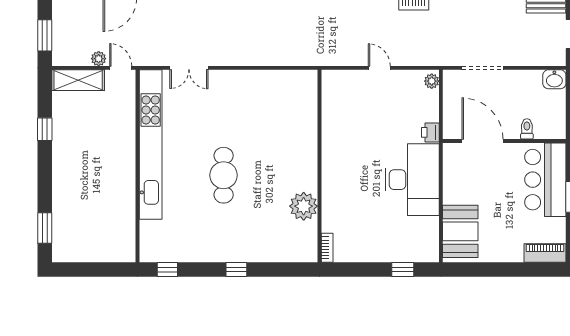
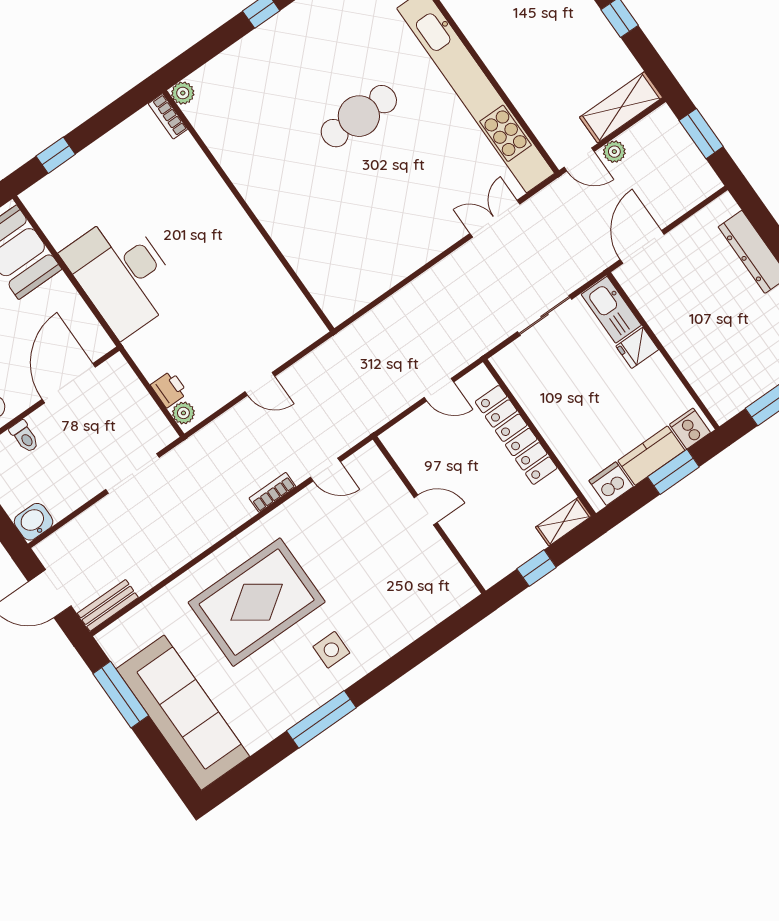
printer: (430, 132) -> (169, 389), moved
door: (482, 141) -> (69, 383), swing flipped
cafe table: (224, 175) -> (359, 116), turned 90
plant: (304, 206) -> (183, 93), moved, width x0.53, depth x0.53

